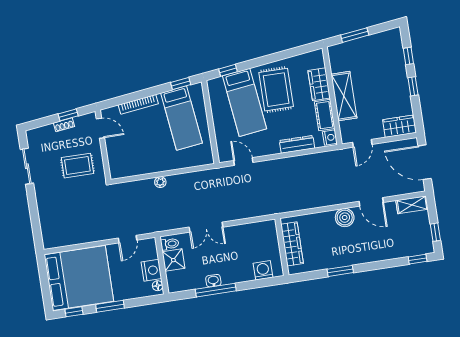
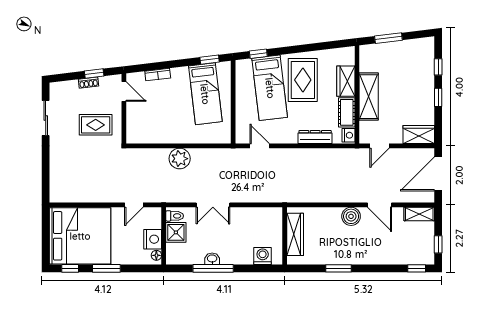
bookcase: (138, 104) -> (158, 75), width x0.64
door: (425, 162) -> (438, 174), hinge flipped
plant: (160, 182) -> (180, 159), width x1.87, depth x1.87

